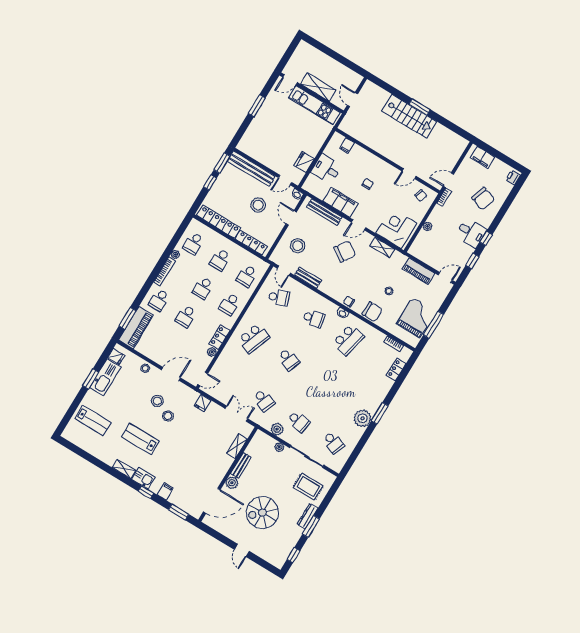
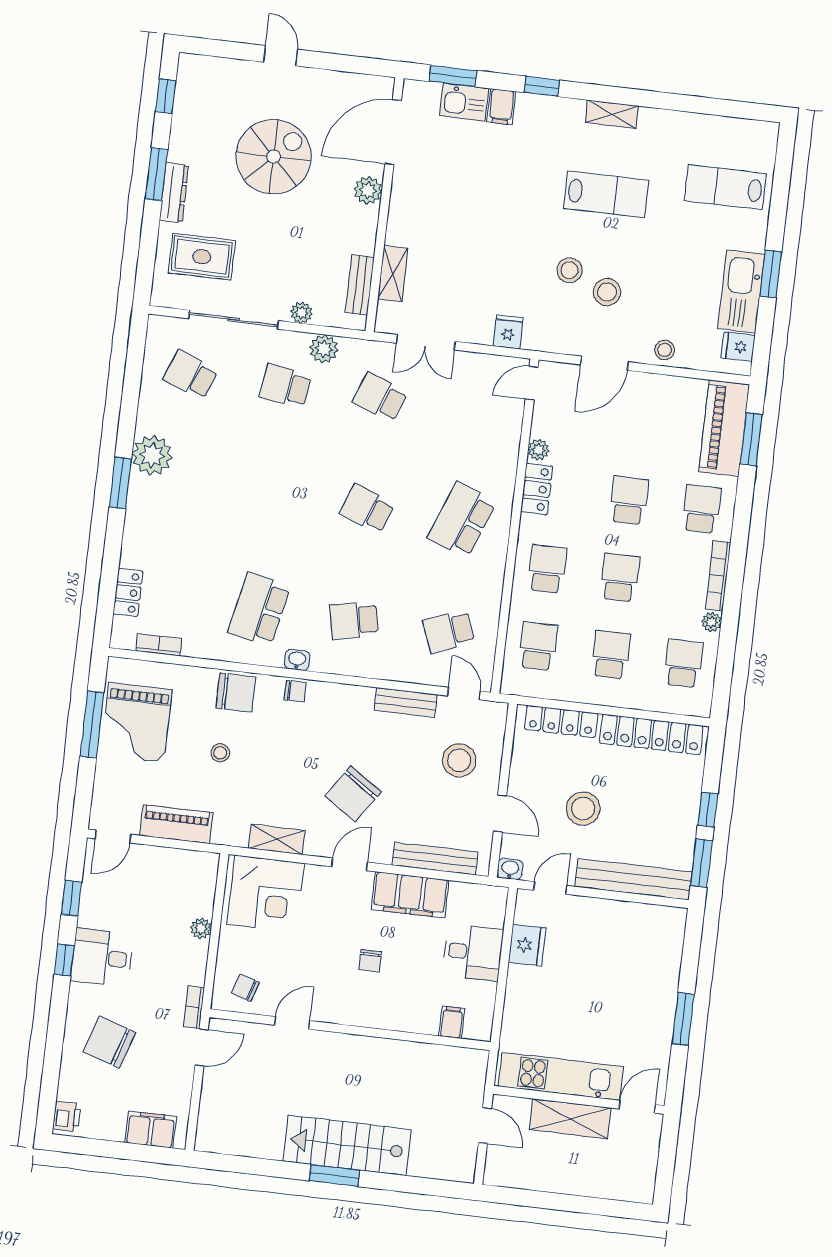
chair: (372, 312) -> (236, 692), turned 180
bench: (241, 465) -> (360, 285), moved
kitchen sink: (143, 478) -> (464, 102), moved

